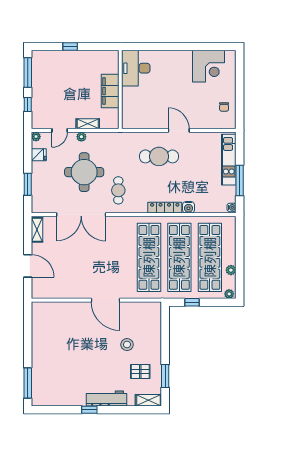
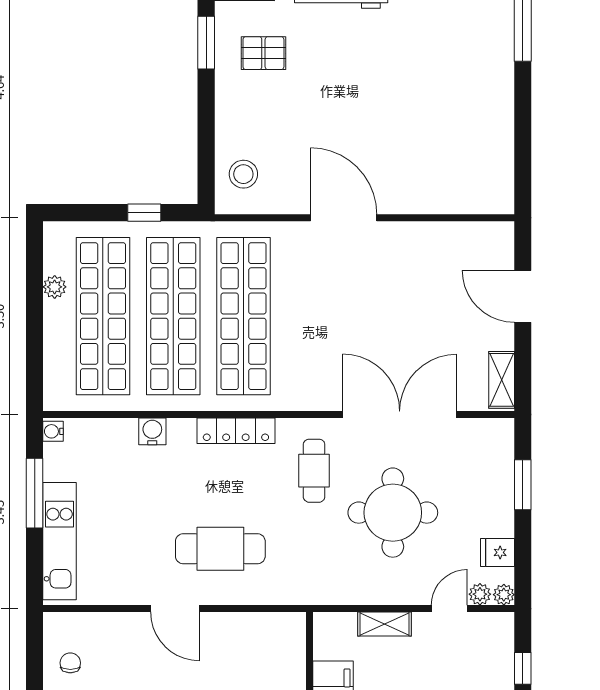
plant: (81, 137) -> (480, 594), moved
locker: (165, 208) -> (236, 431), moved
plant: (229, 294) -> (59, 232), removed
stool: (127, 345) -> (243, 174), moved

